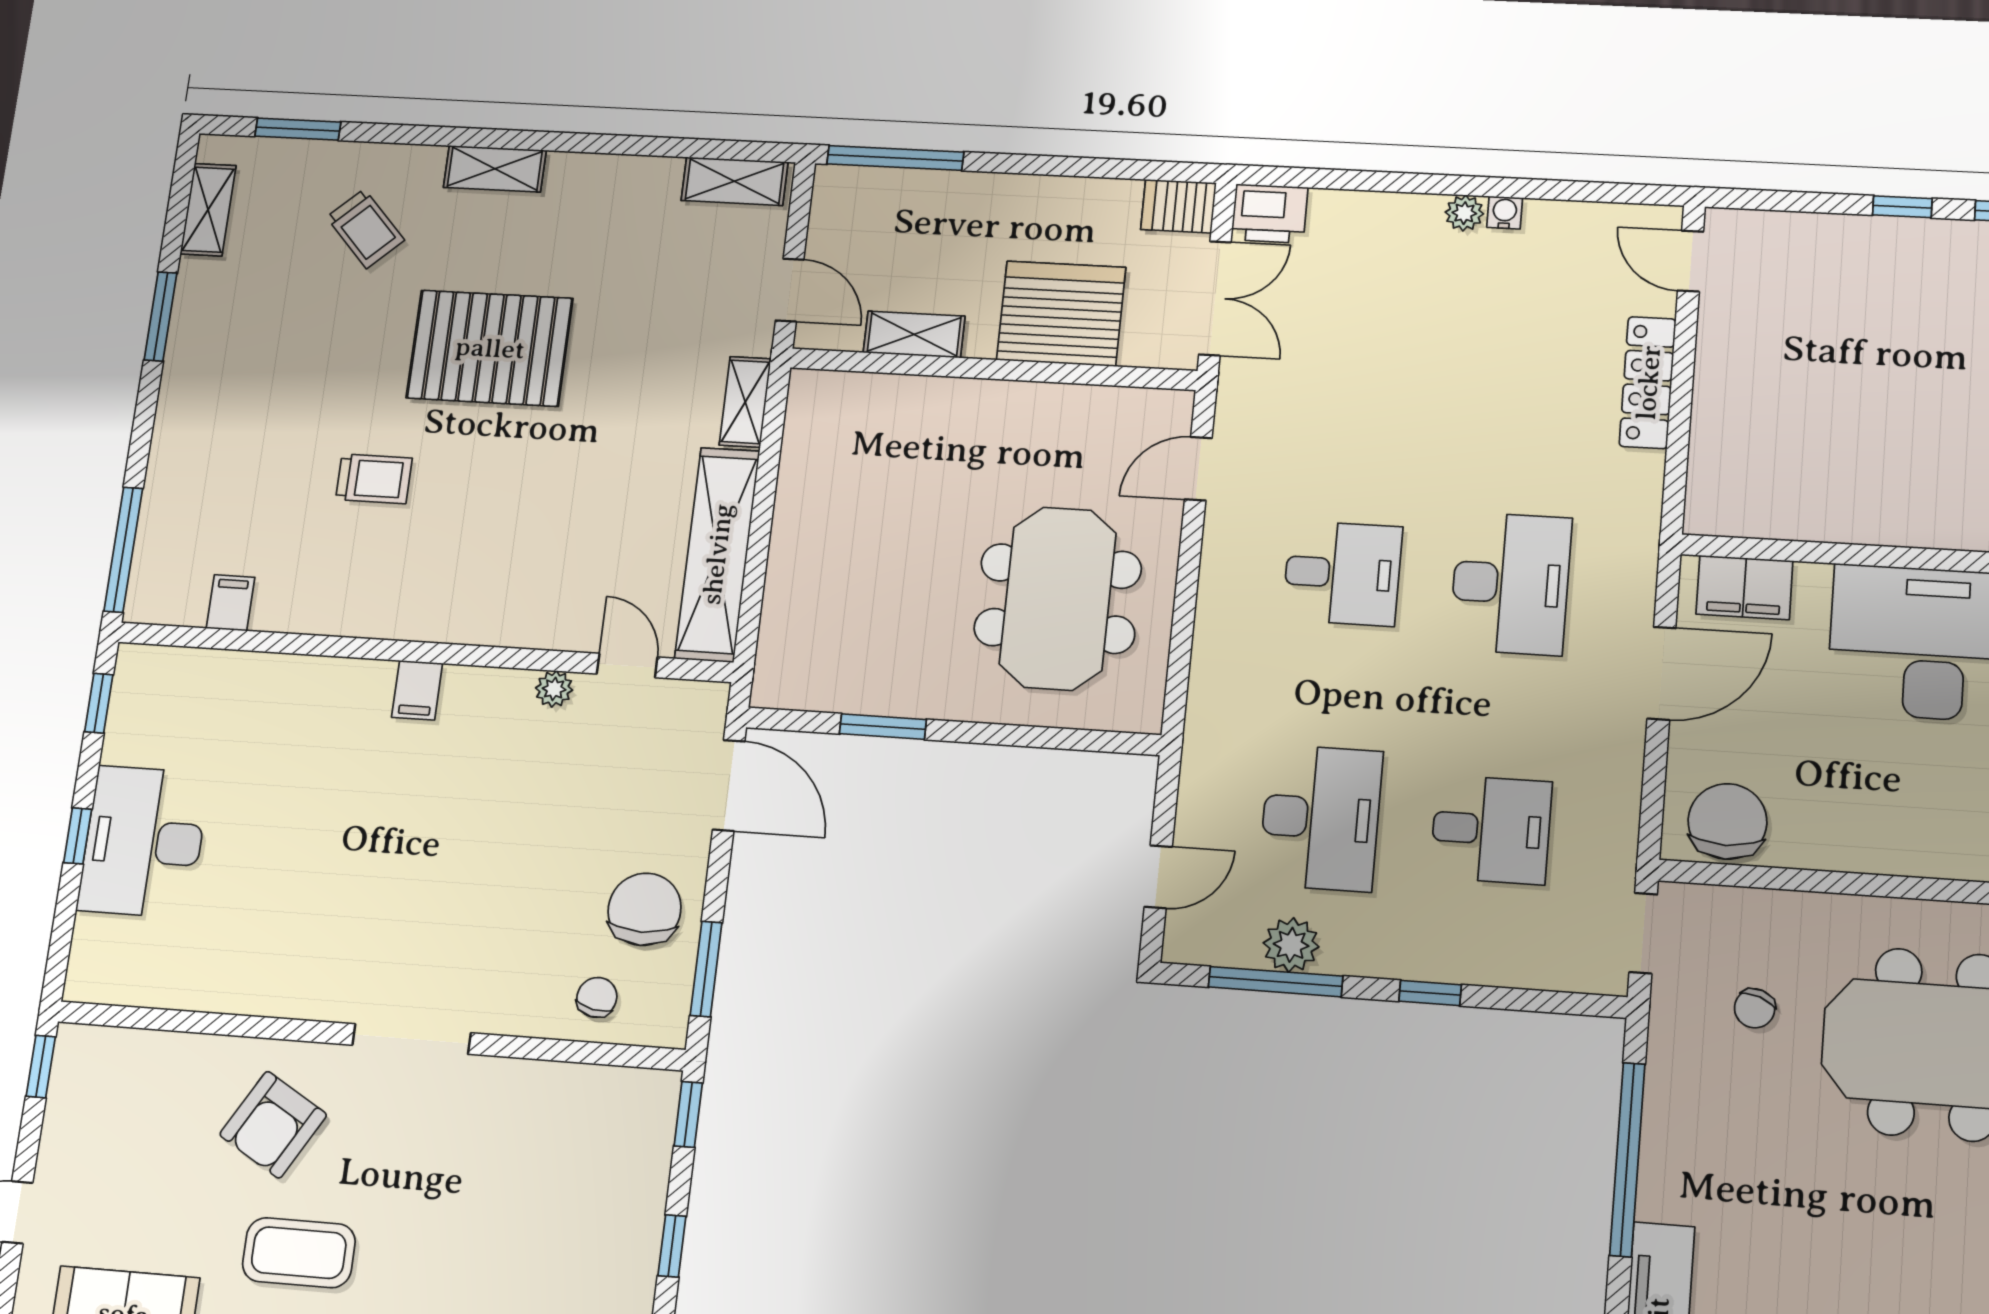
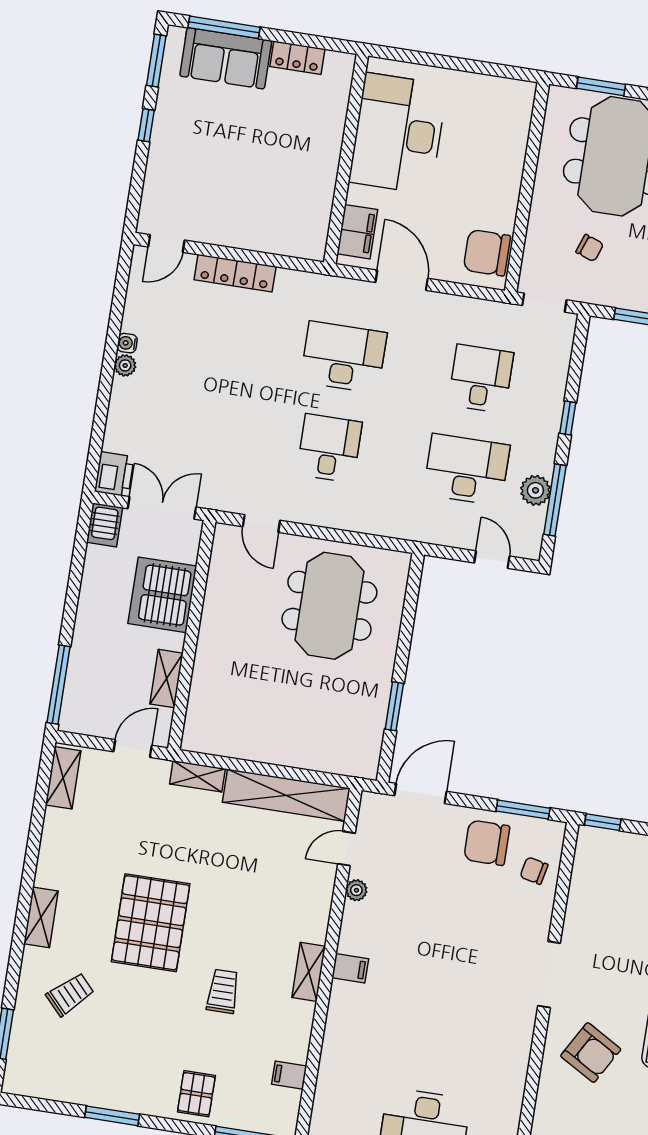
shelving: (208, 210) -> (309, 972), moved, turned 90
pallet: (198, 451) -> (196, 1094), added
meeting table: (1058, 598) -> (329, 606), turned 90

